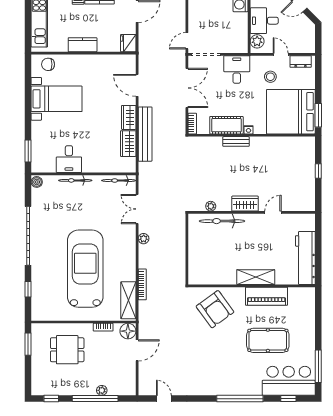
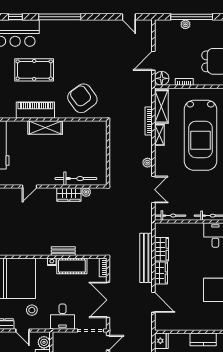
wardrobe: (245, 204) -> (69, 195), moved
shelving: (131, 269) -> (159, 135), added

